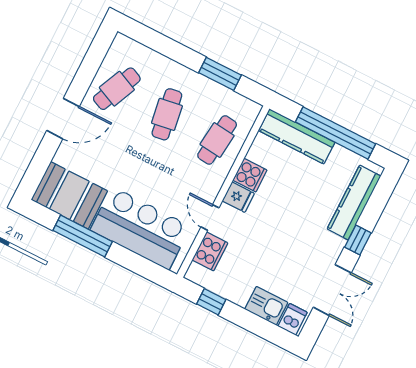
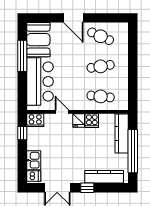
window: (220, 74) -> (133, 82), removed
door: (210, 217) -> (62, 112), hinge flipped
cooker: (210, 251) -> (35, 120), moved

